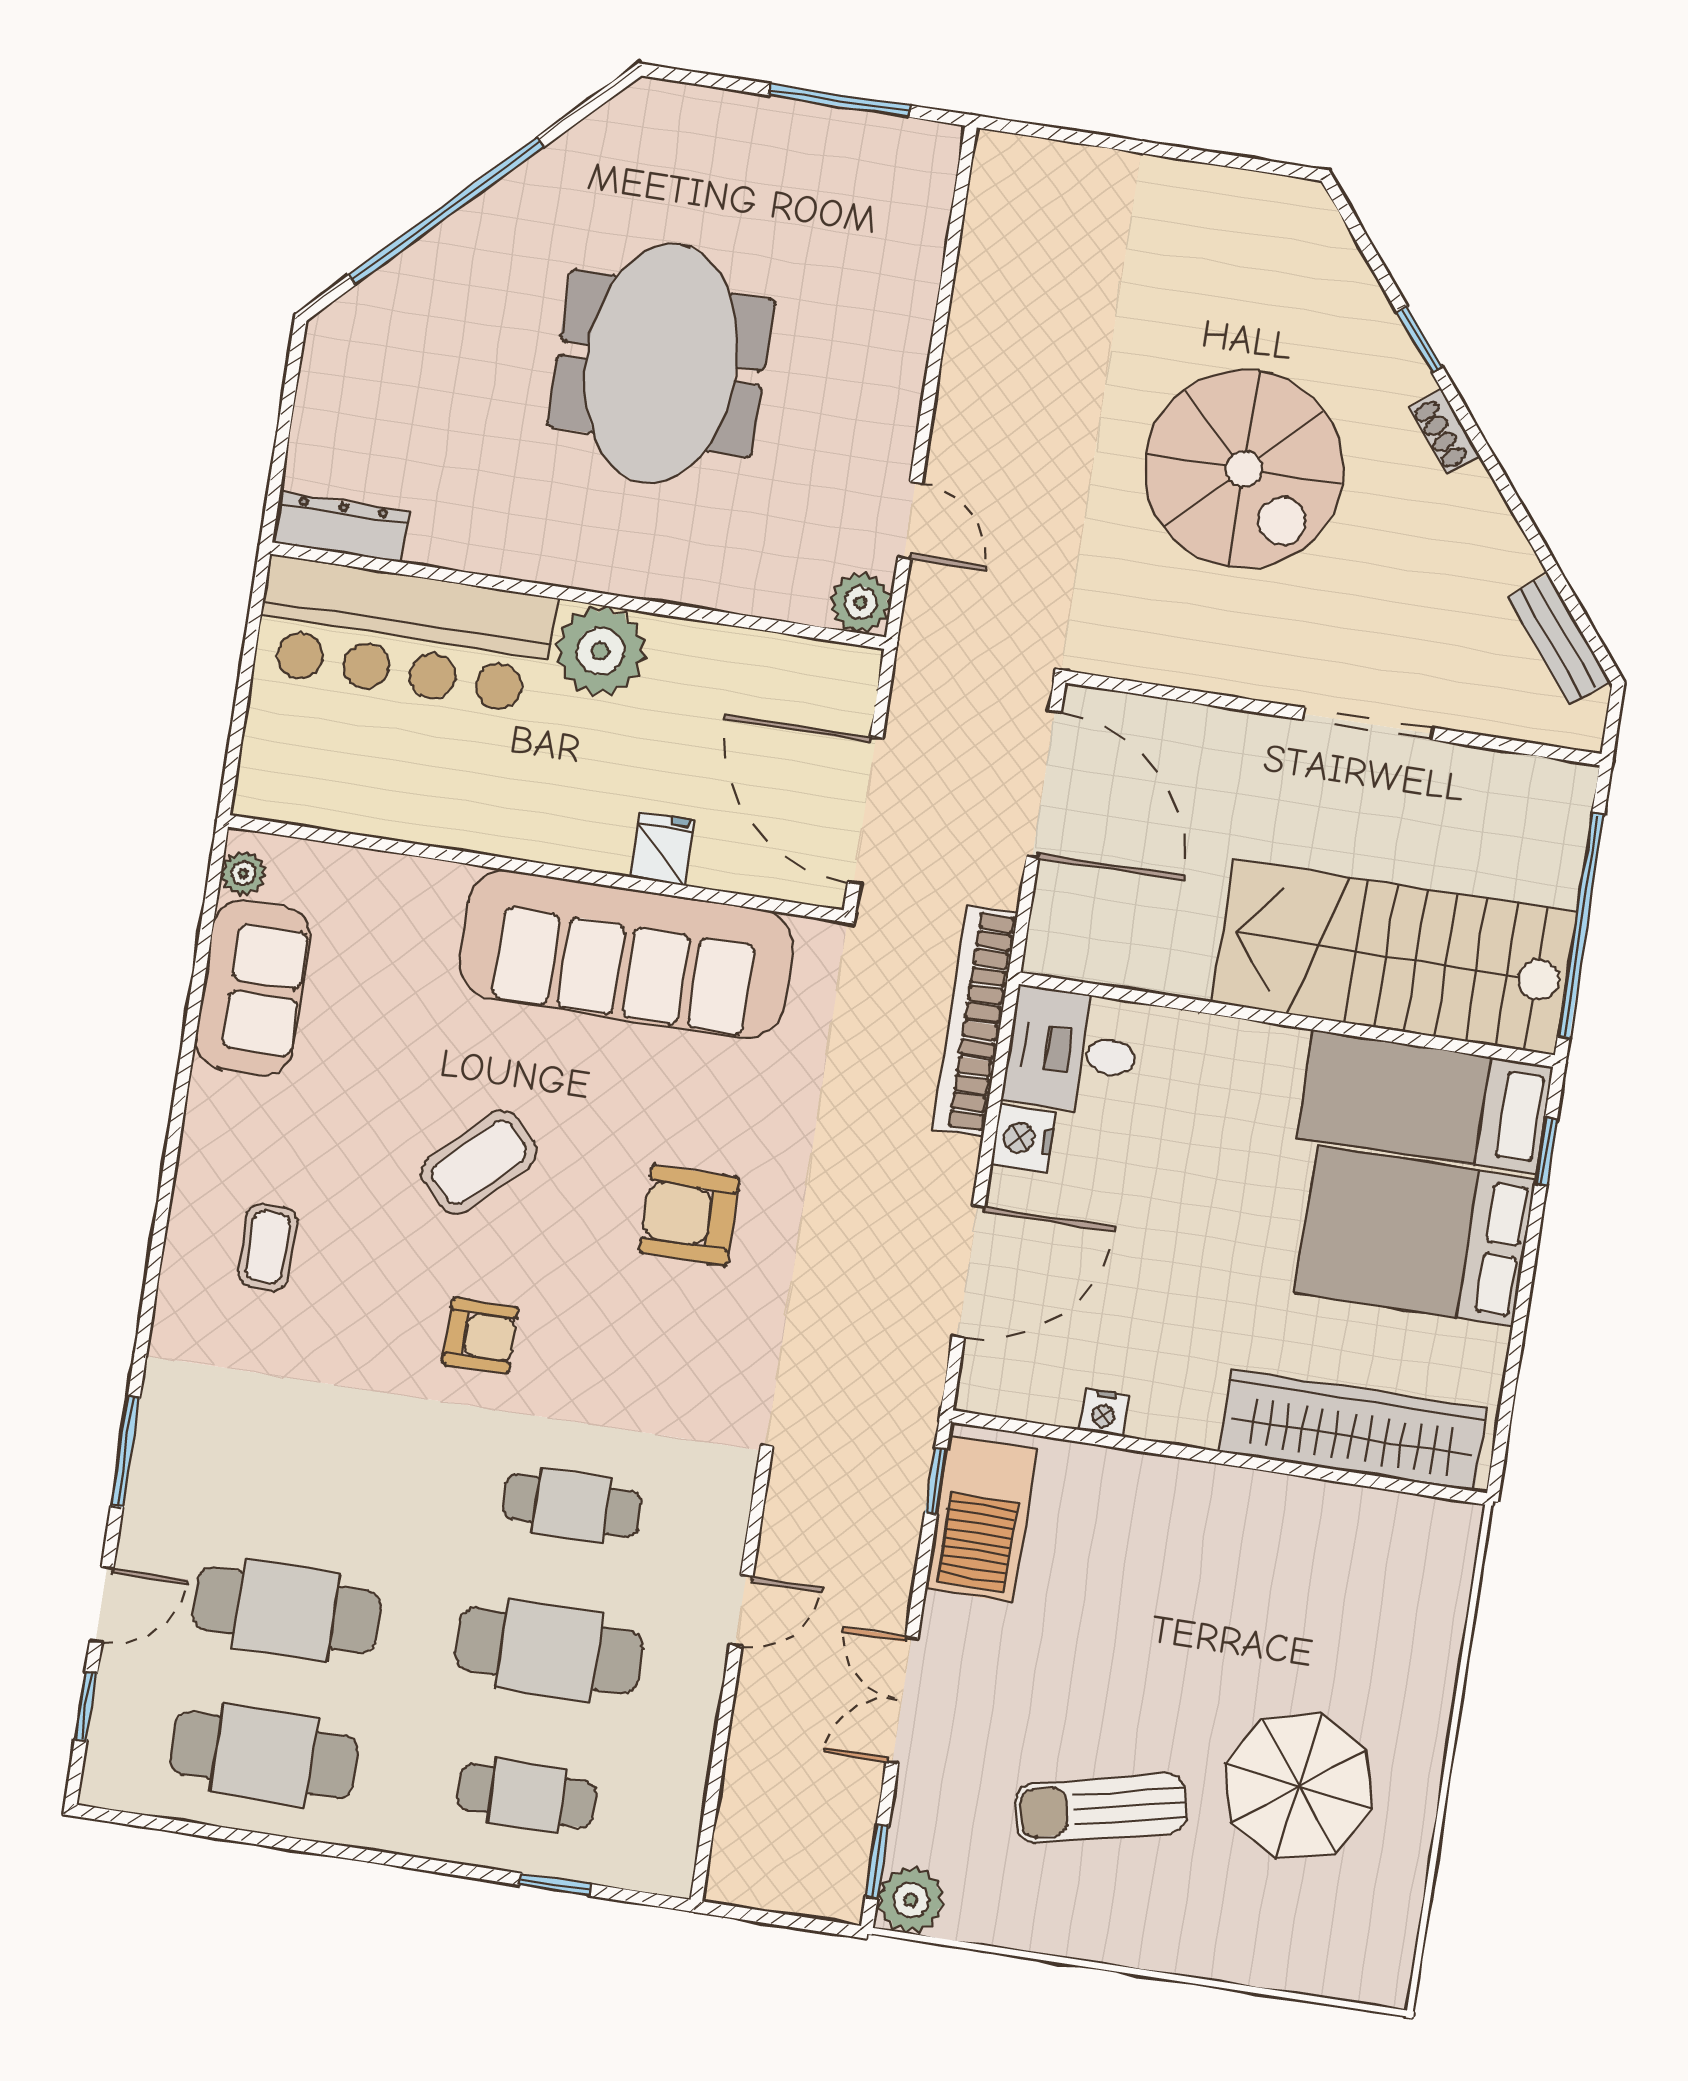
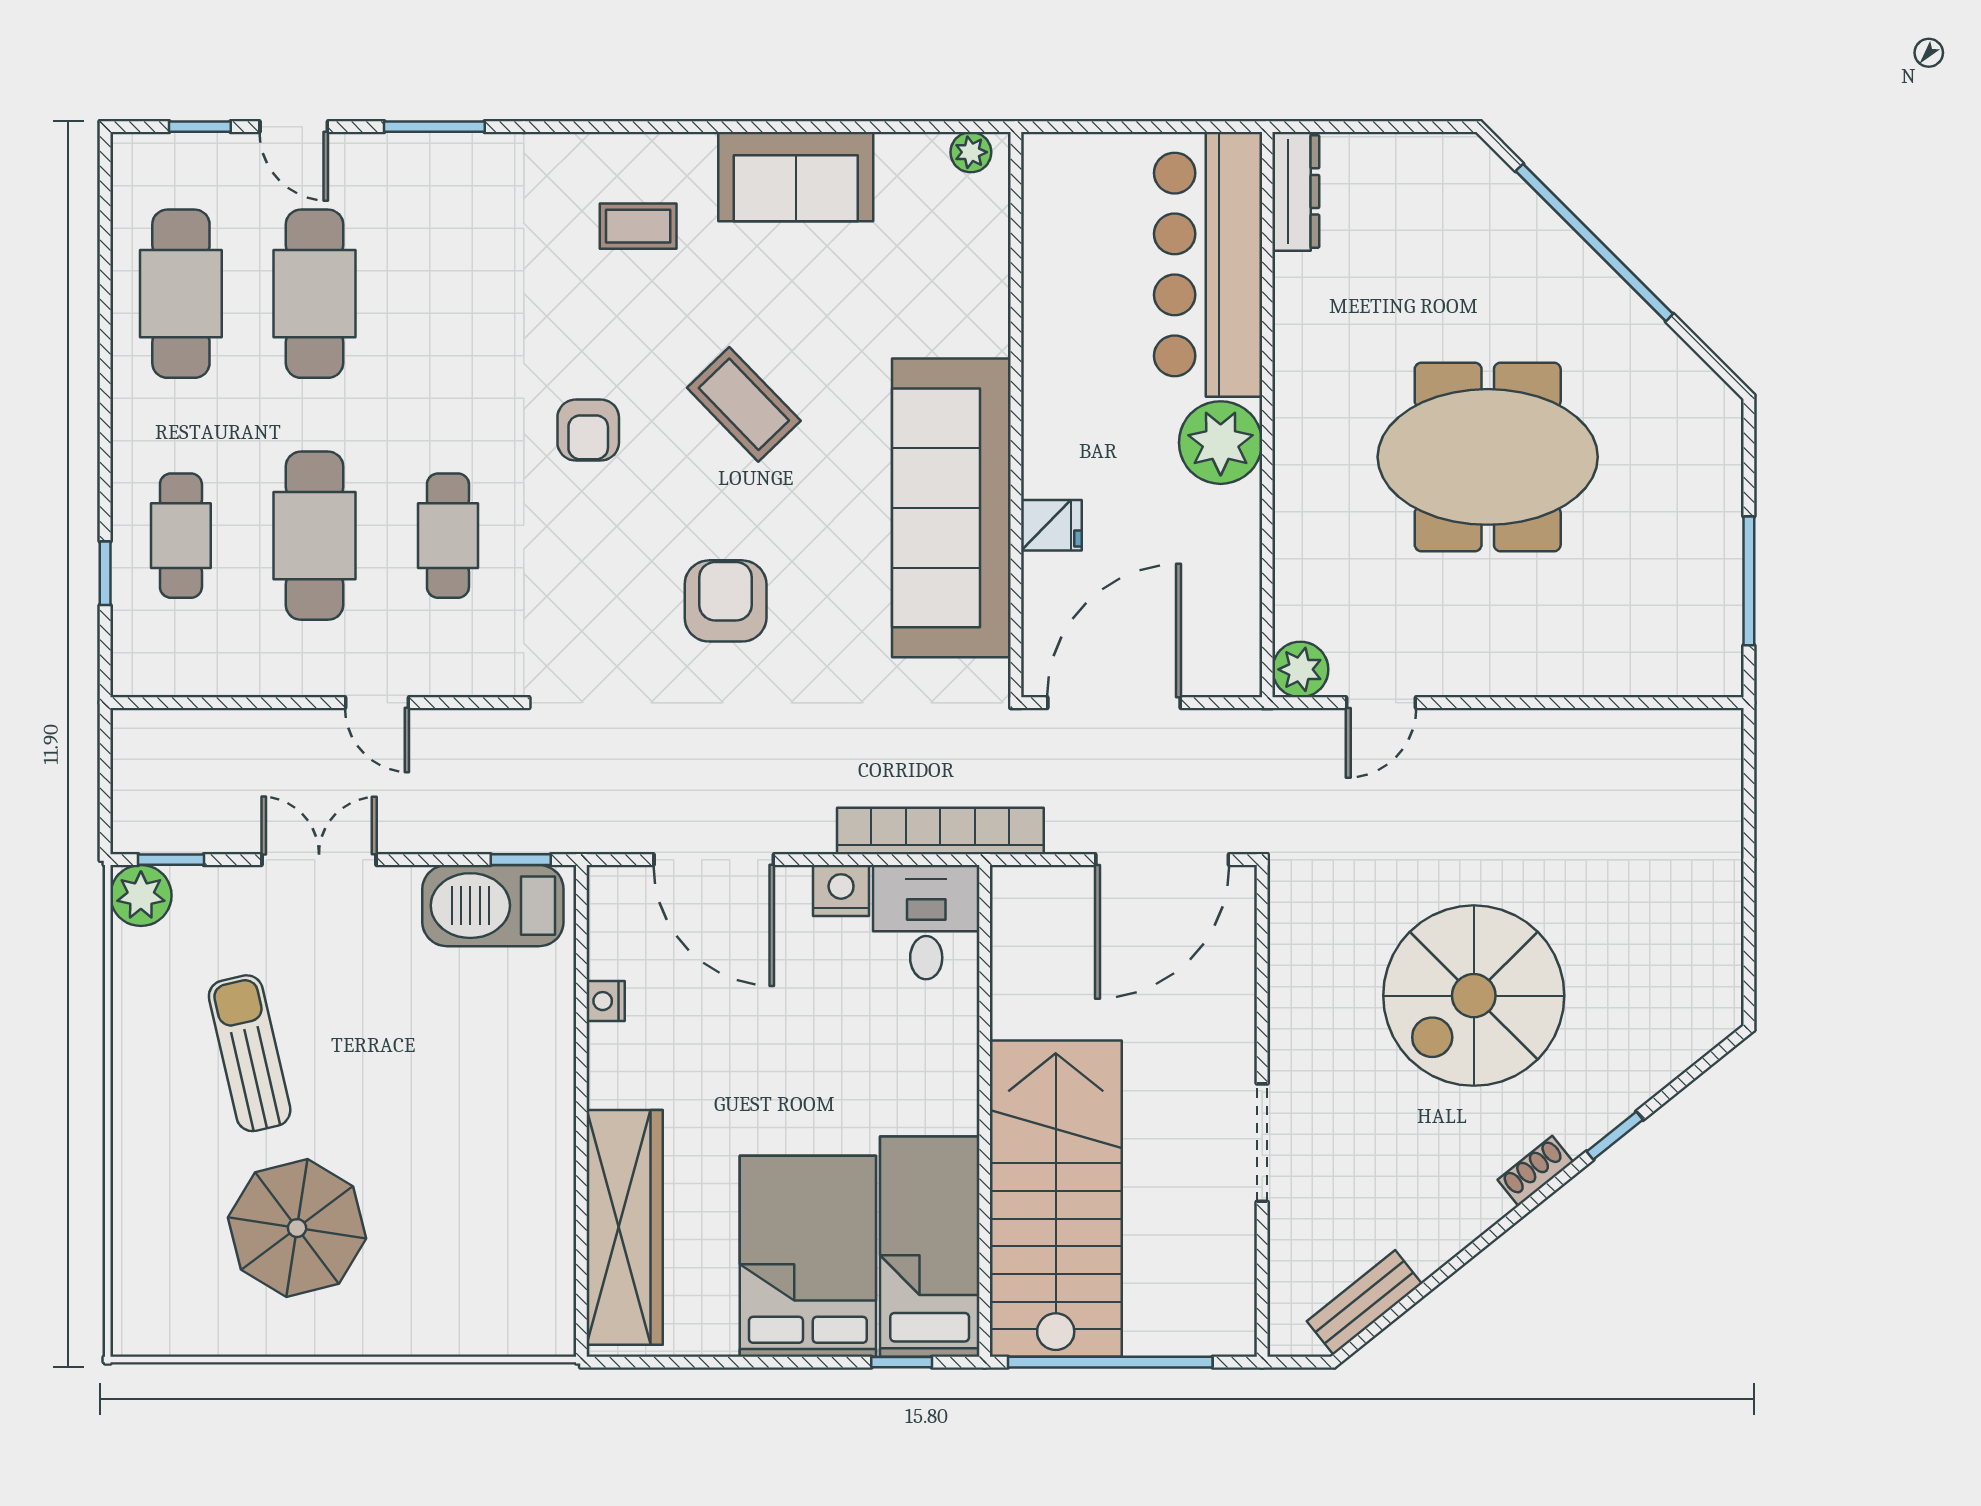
sofa: (253, 988) -> (796, 177), moved

